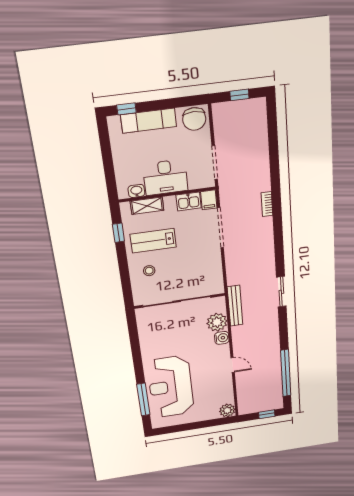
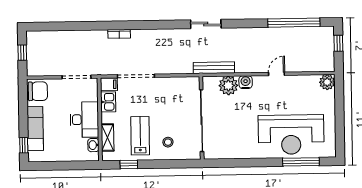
lab bench: (153, 241) -> (140, 136), turned 180

